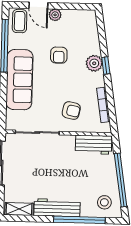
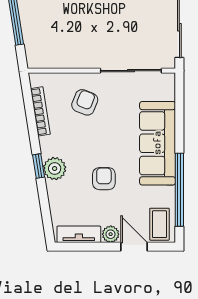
tv unit: (78, 15) -> (79, 234), added
armchair: (71, 111) -> (85, 102), turned 100
workbench: (94, 145) -> (53, 56), removed

